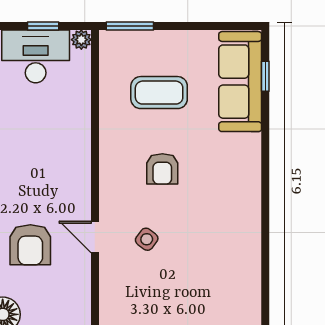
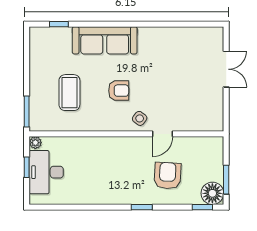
sofa: (240, 82) -> (105, 40), moved
side table: (147, 239) -> (140, 118), moved
armchair: (30, 245) -> (168, 176), turned -87

